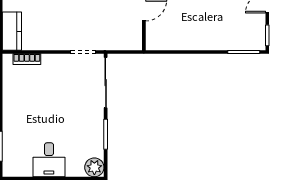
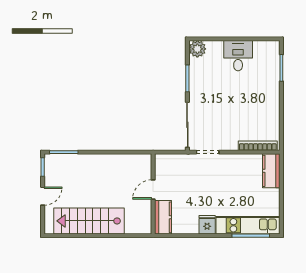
bookcase: (27, 59) -> (258, 146), width x1.56

